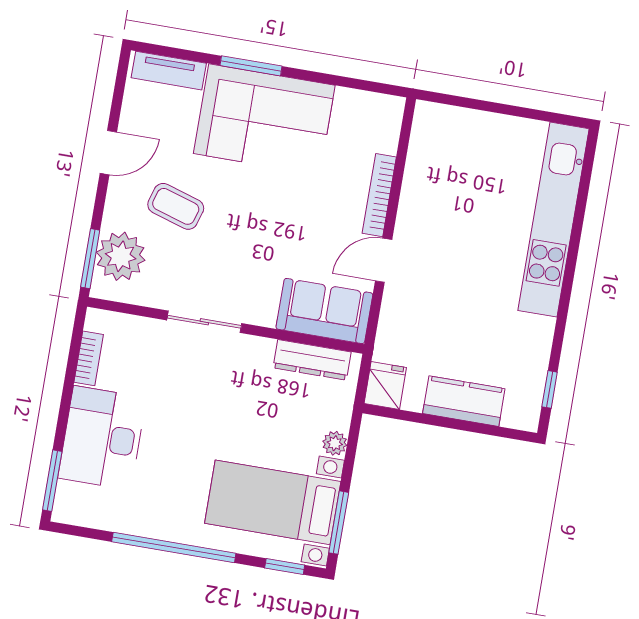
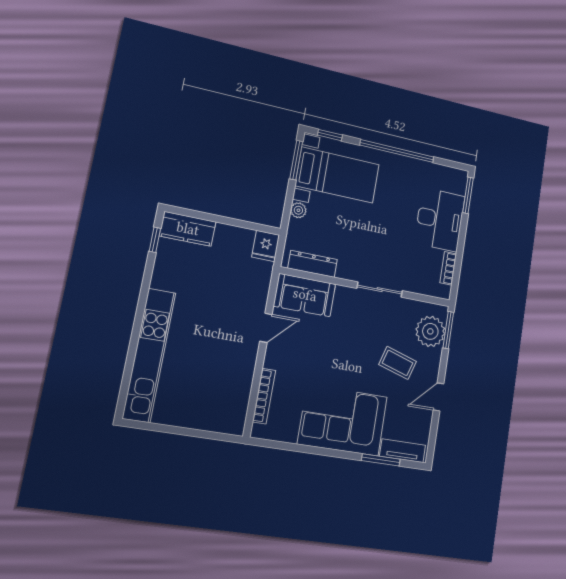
window: (251, 66) -> (381, 460), moved
bookcase: (379, 195) -> (264, 396), moved
kitchen counter: (464, 401) -> (188, 229), moved

